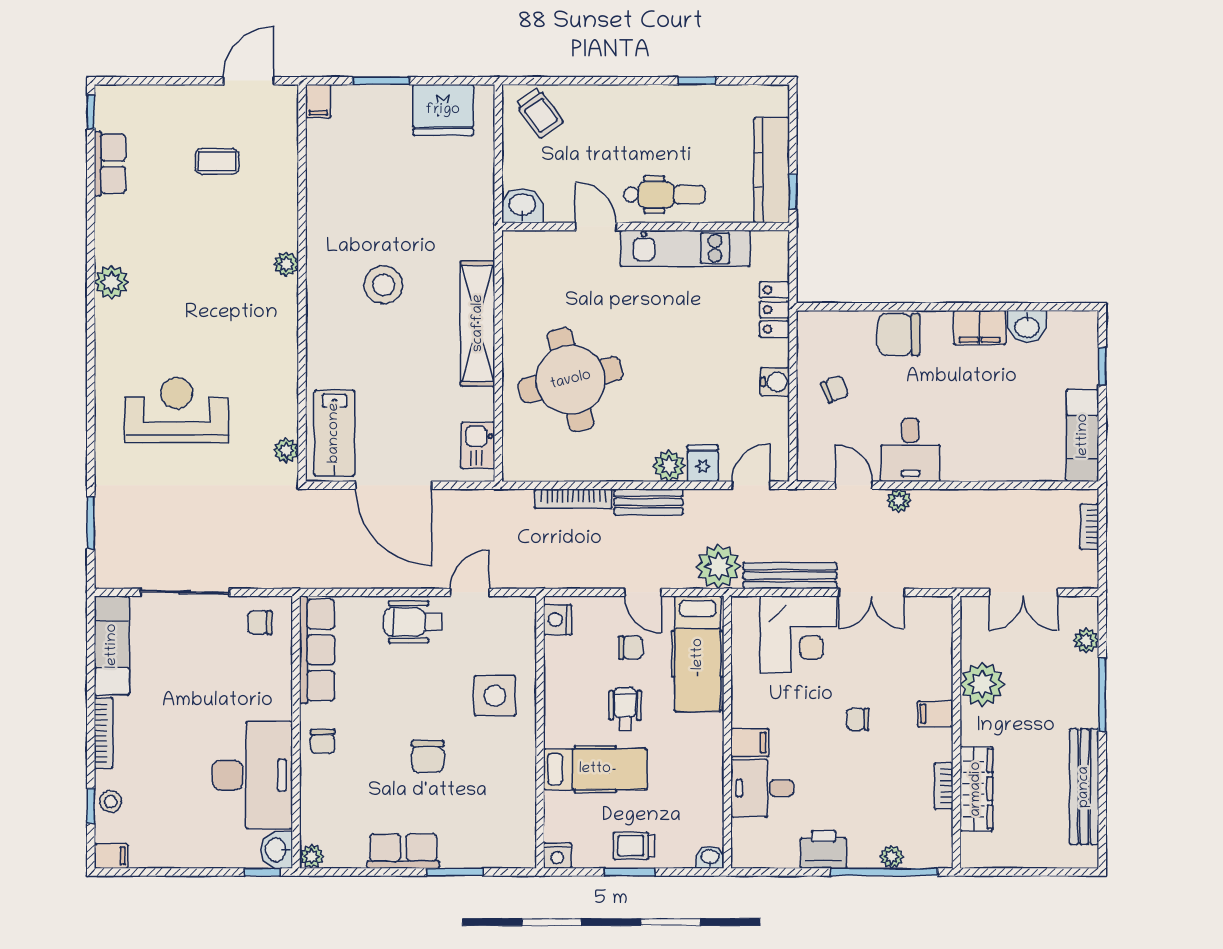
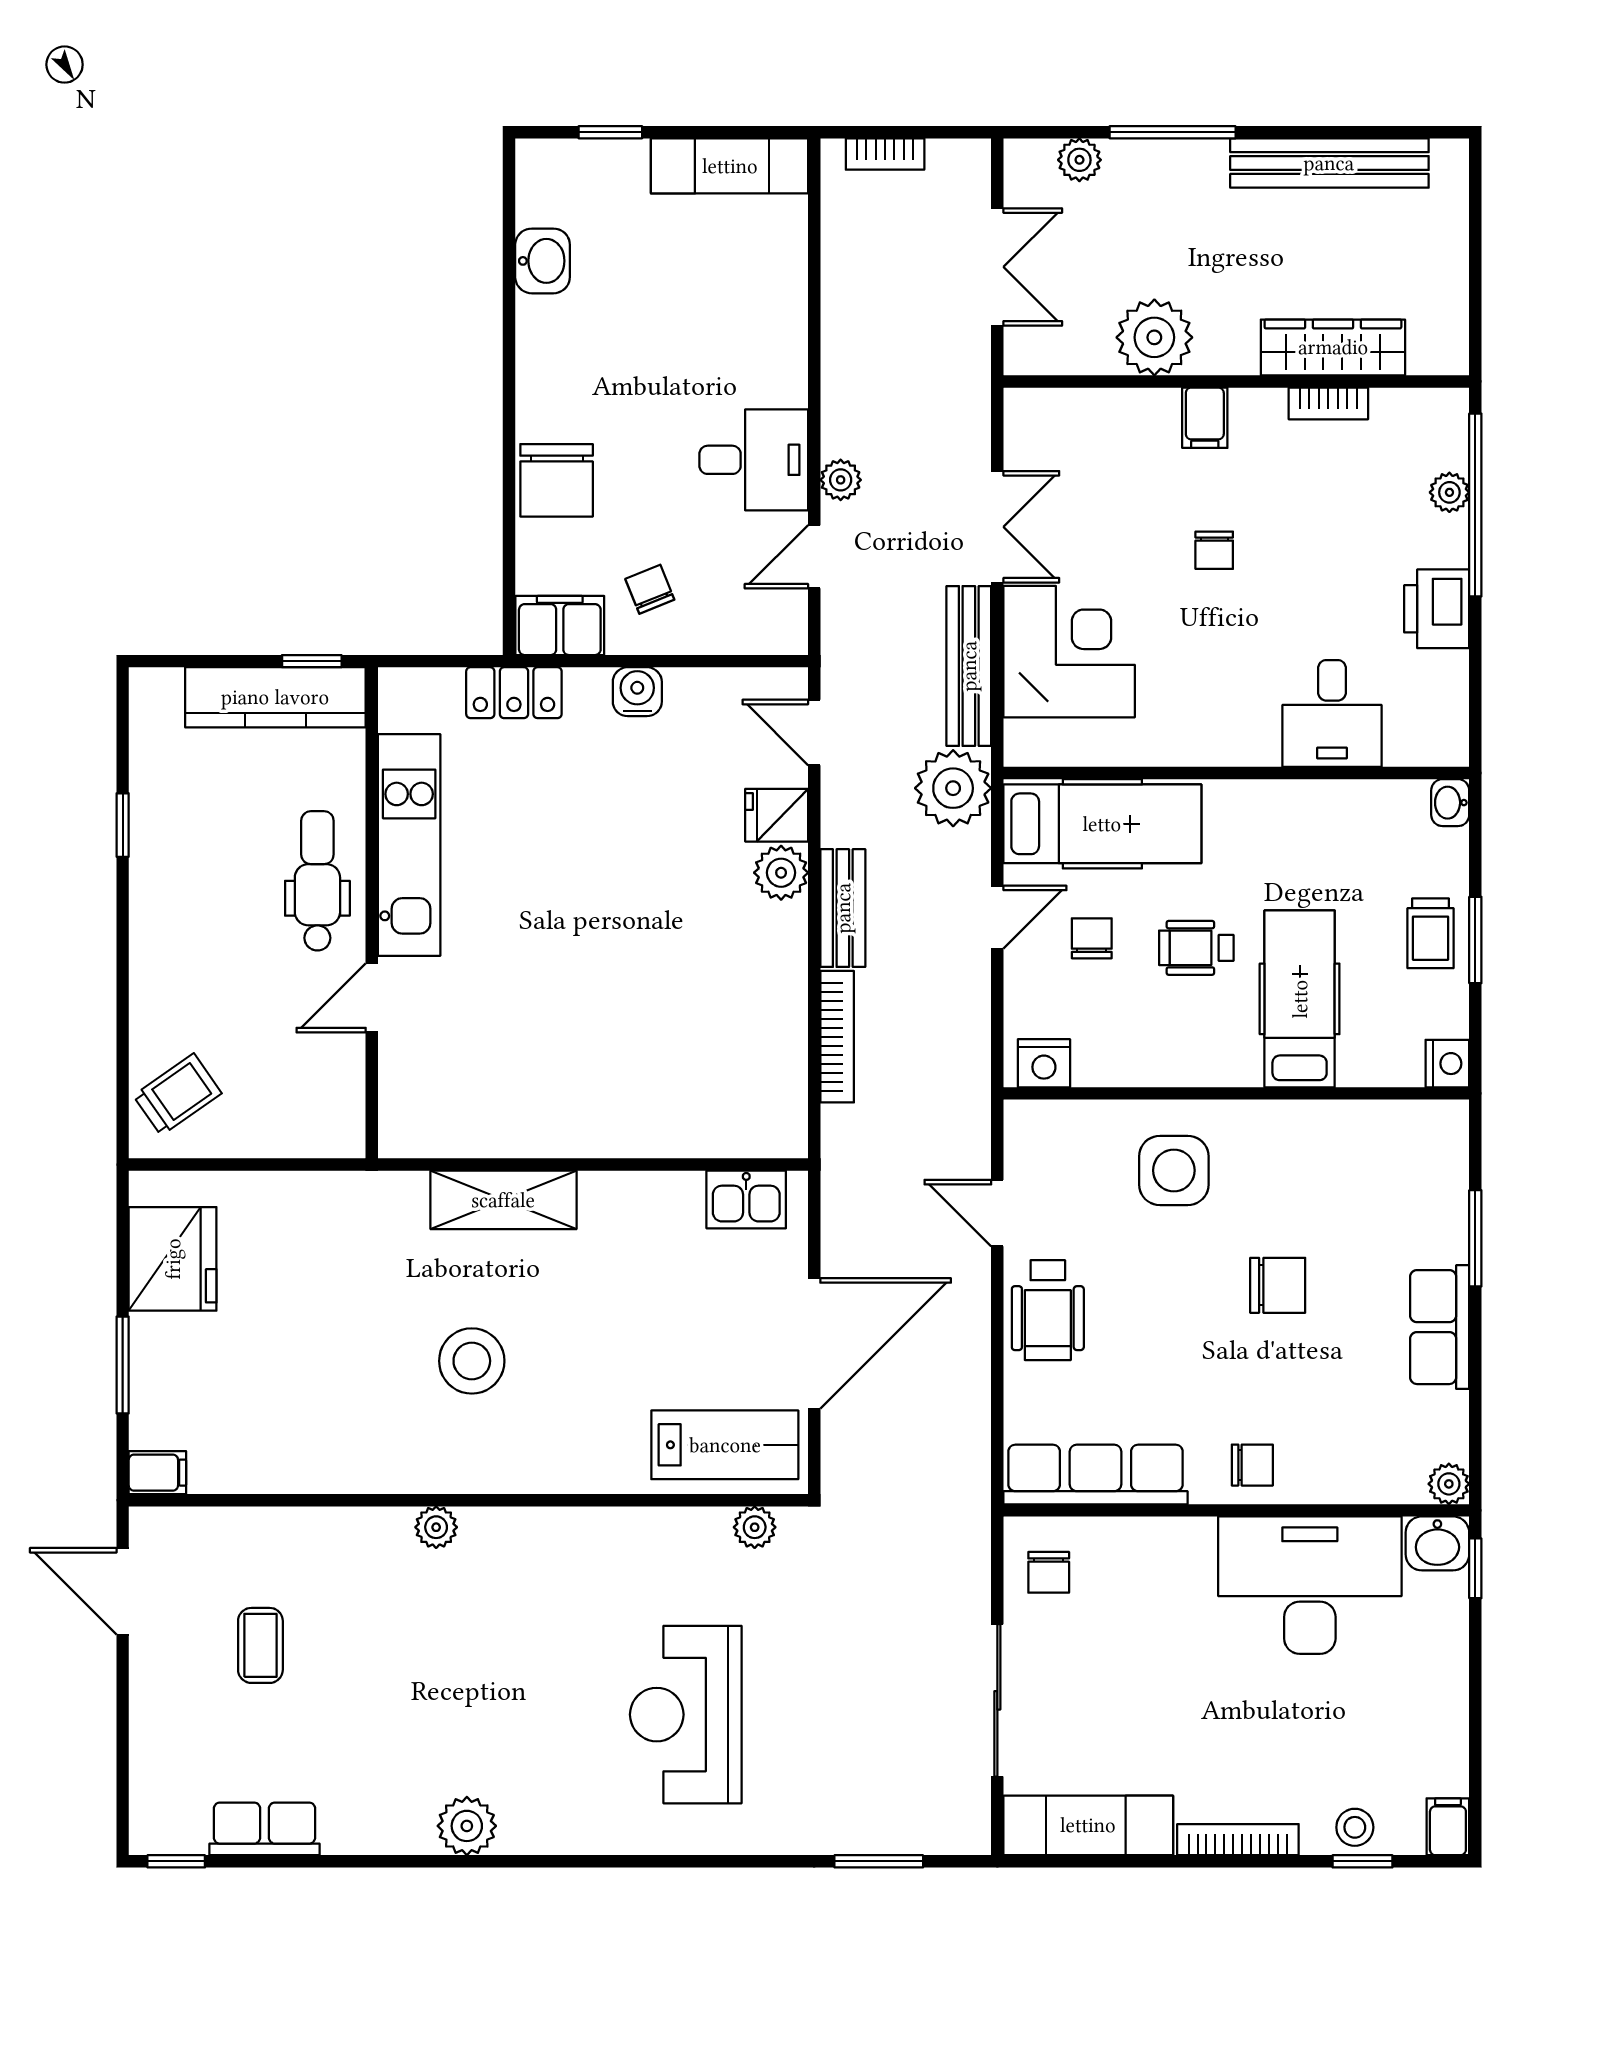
washbasin: (522, 206) -> (336, 1124), removed
shelving: (478, 323) -> (503, 1200), width x0.68
filing cabinet: (980, 328) -> (560, 625), moved, turned -90
round table: (571, 380) -> (634, 1041), removed
filing cabinet: (750, 743) -> (1254, 735), removed

